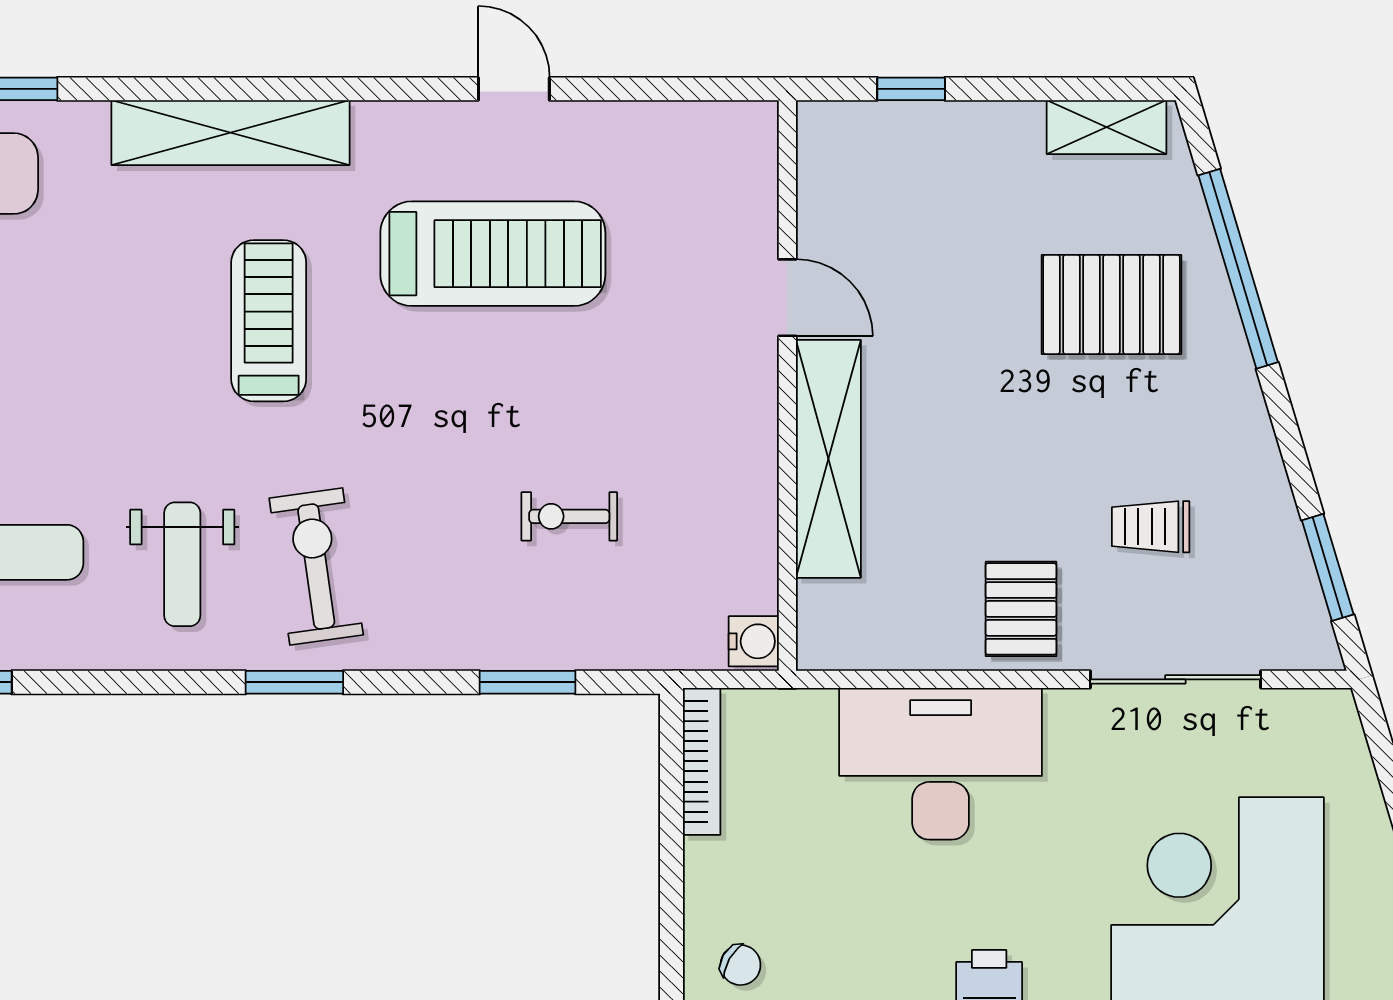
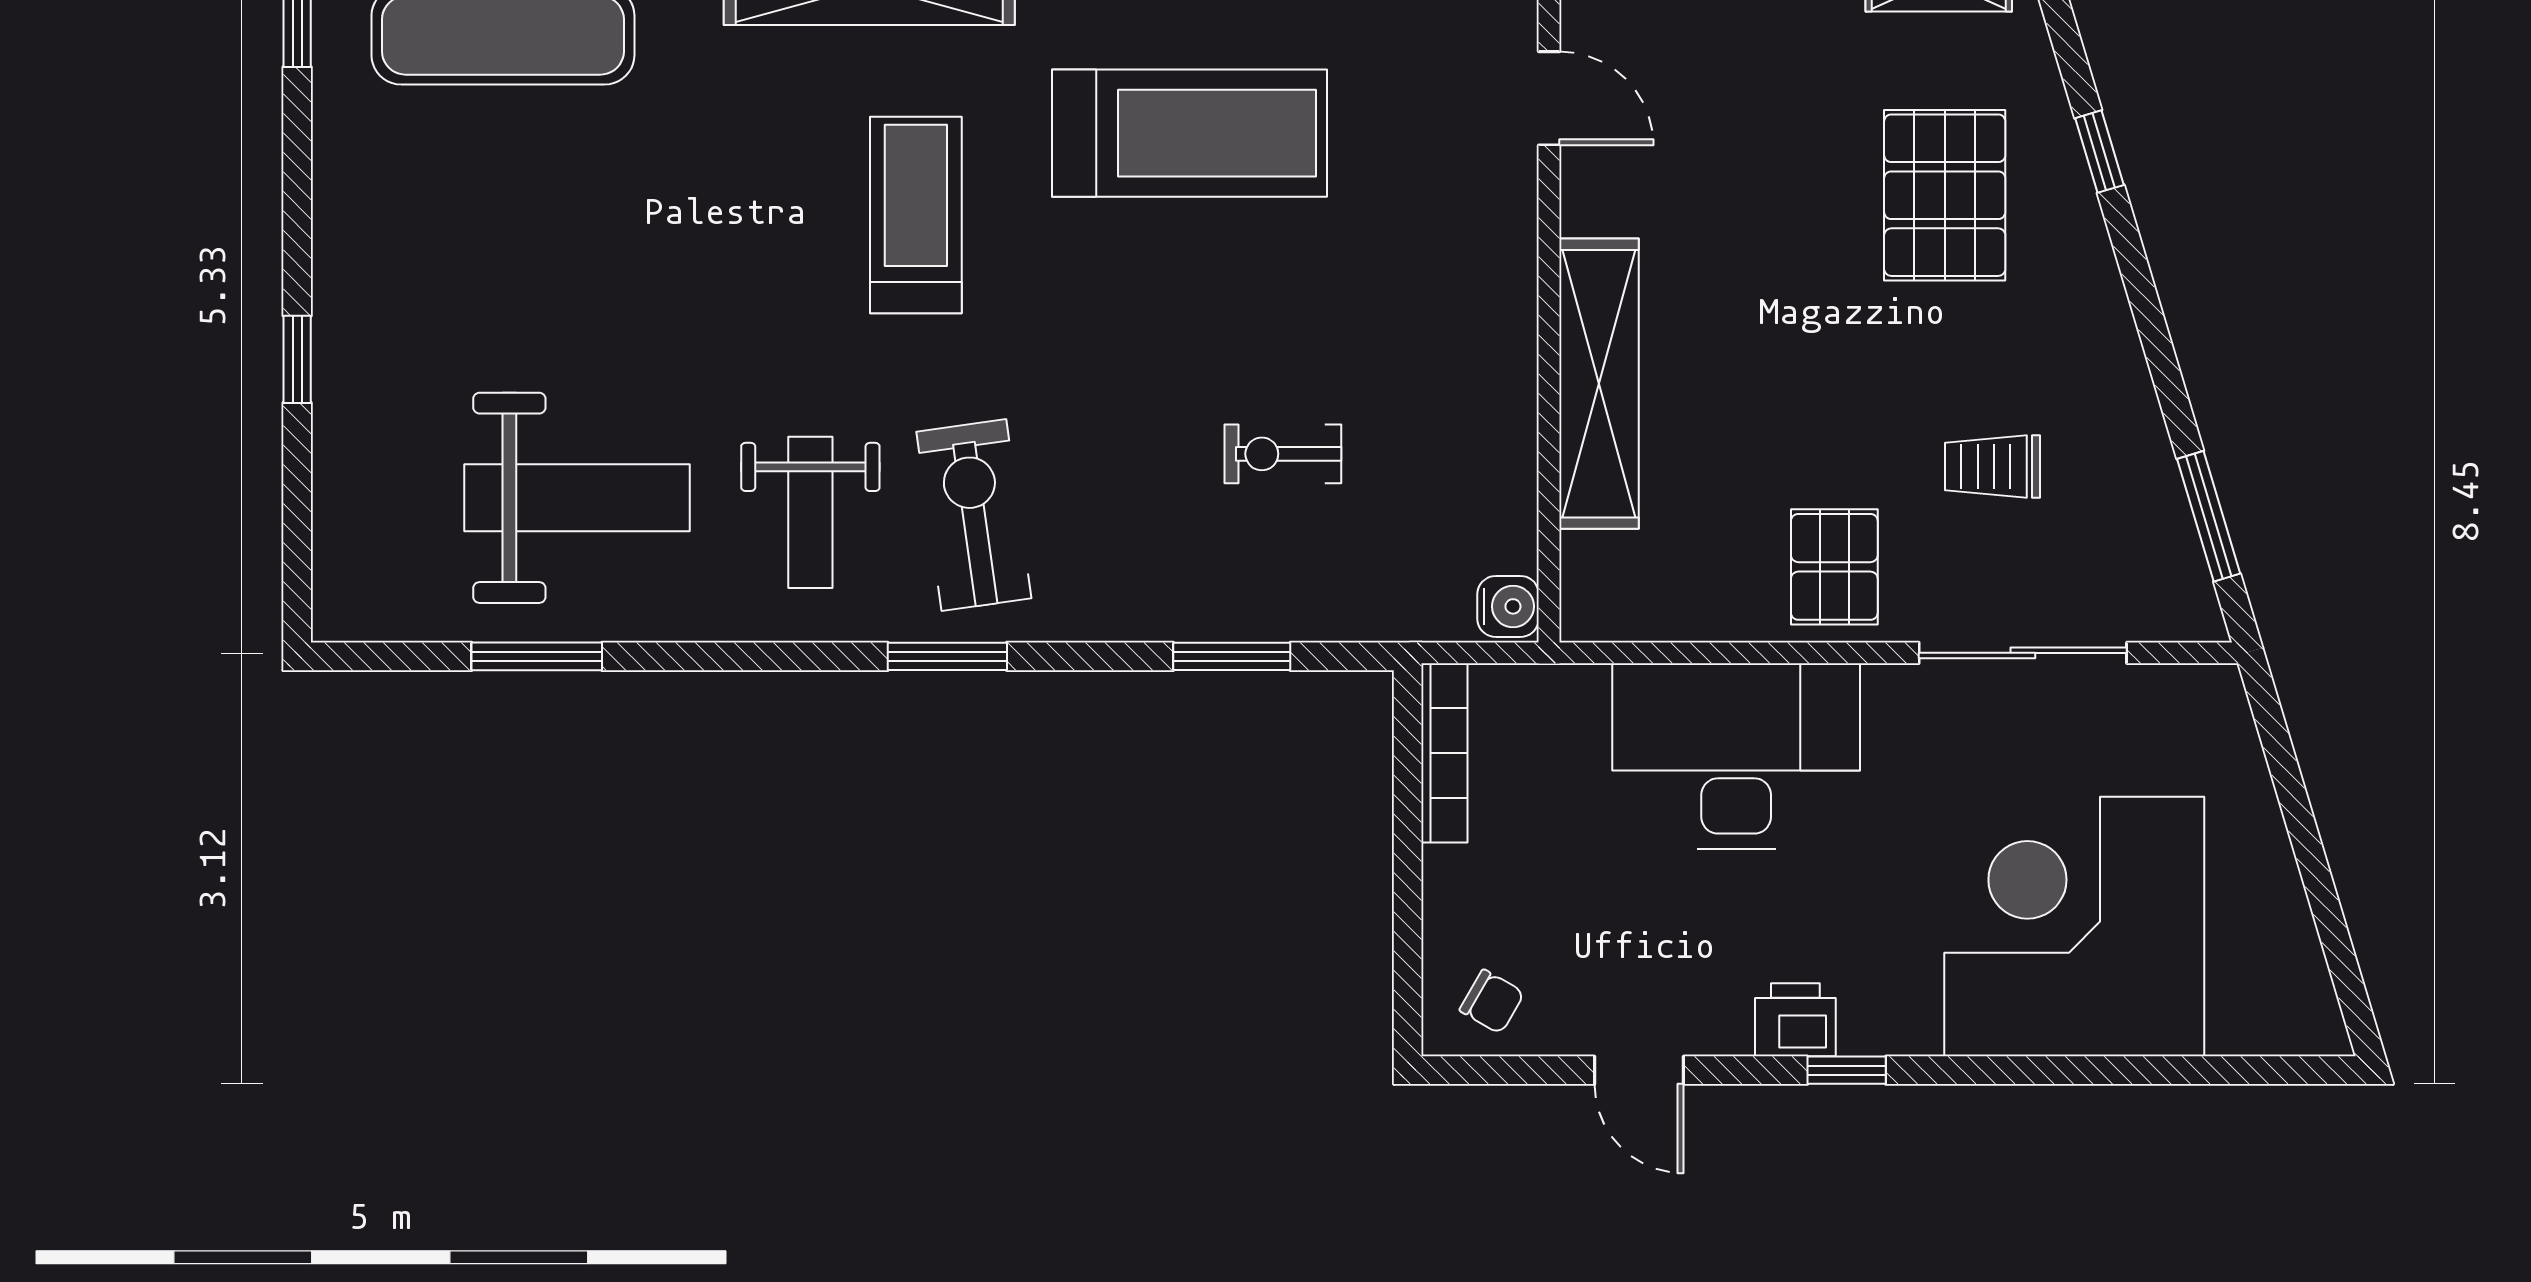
window: (1238, 269) -> (2099, 152), width x0.32
door: (787, 298) -> (1549, 98), moved
pallet: (1111, 304) -> (1945, 195), turned 90

